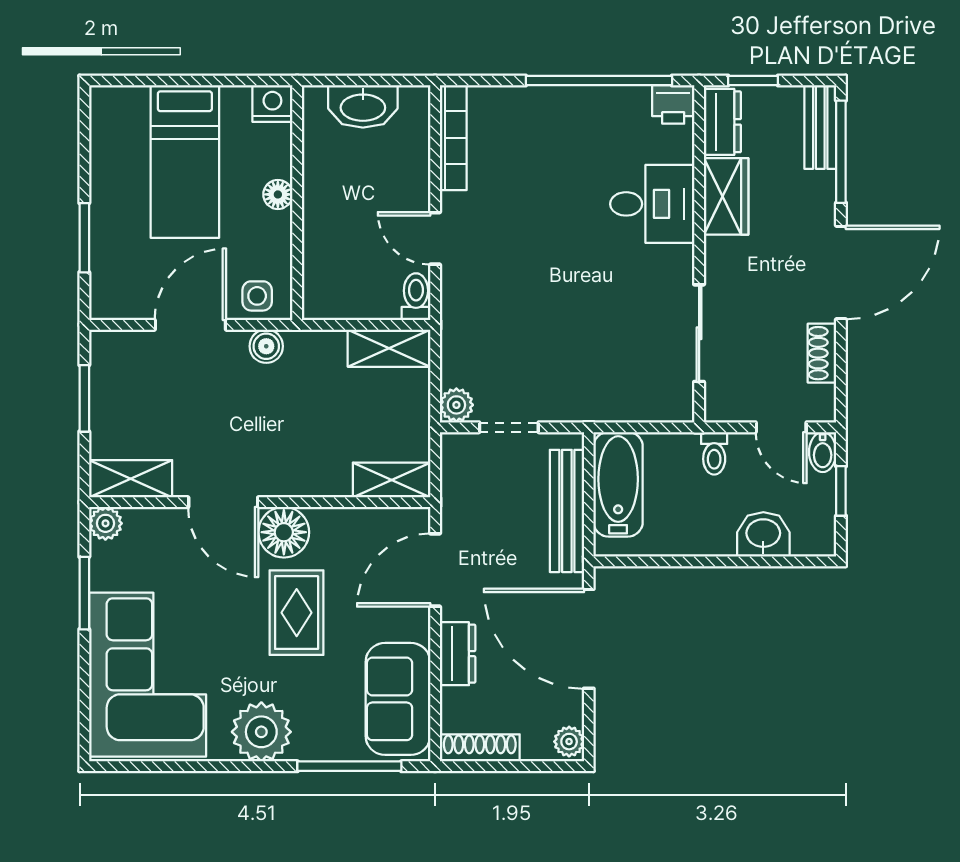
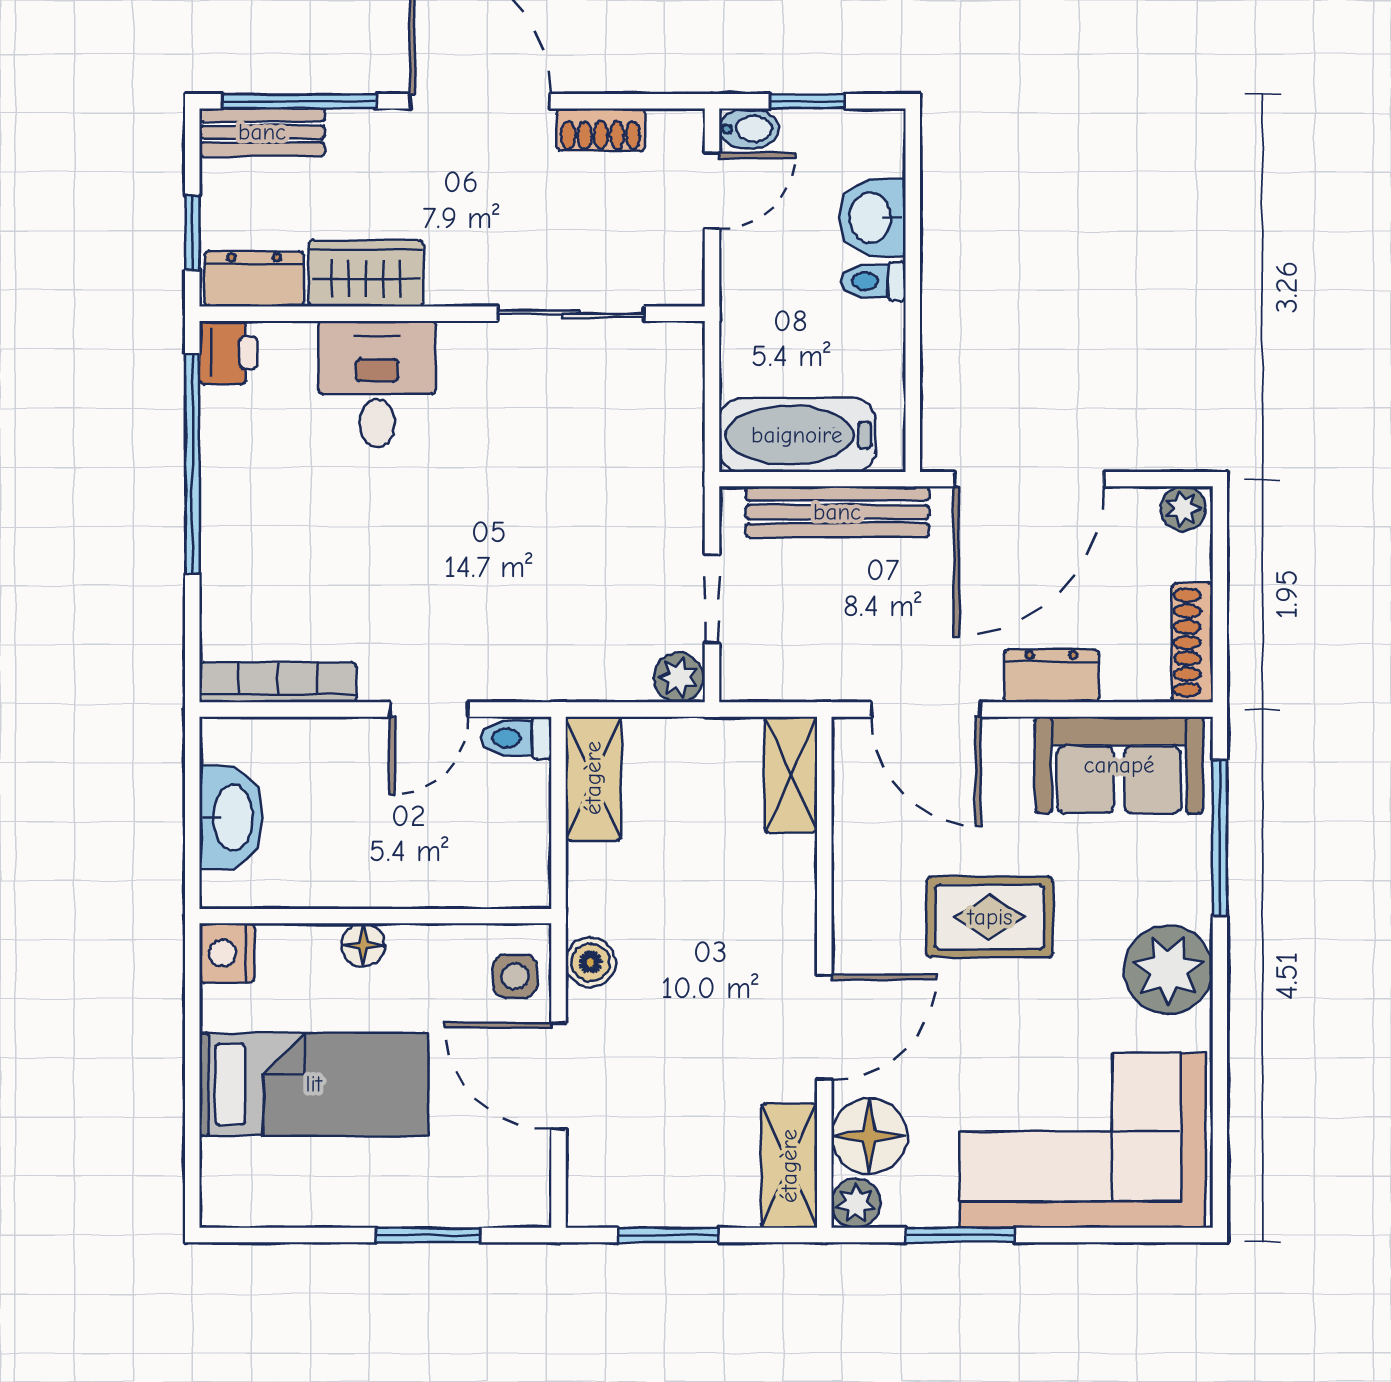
toilet: (714, 453) -> (874, 281), moved, turned 180
floor lamp: (284, 532) -> (869, 1136), moved

